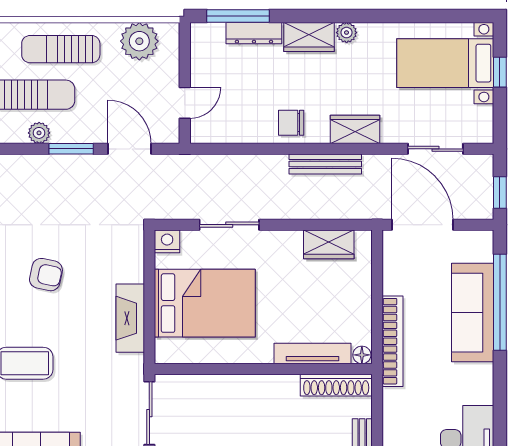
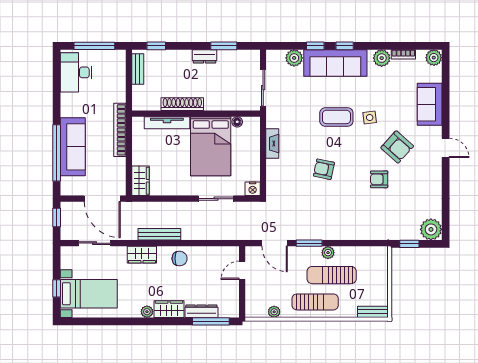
plant: (139, 41) -> (274, 312), width x0.53, depth x0.53
wardrobe: (329, 244) -> (140, 181), moved, turned 90
bed: (205, 303) -> (211, 146), moved, turned -90
fireplace: (130, 318) -> (272, 144), width x0.73, depth x0.76
floor lamp: (362, 355) -> (237, 122), moved
shoe rack: (336, 385) -> (182, 104), moved

